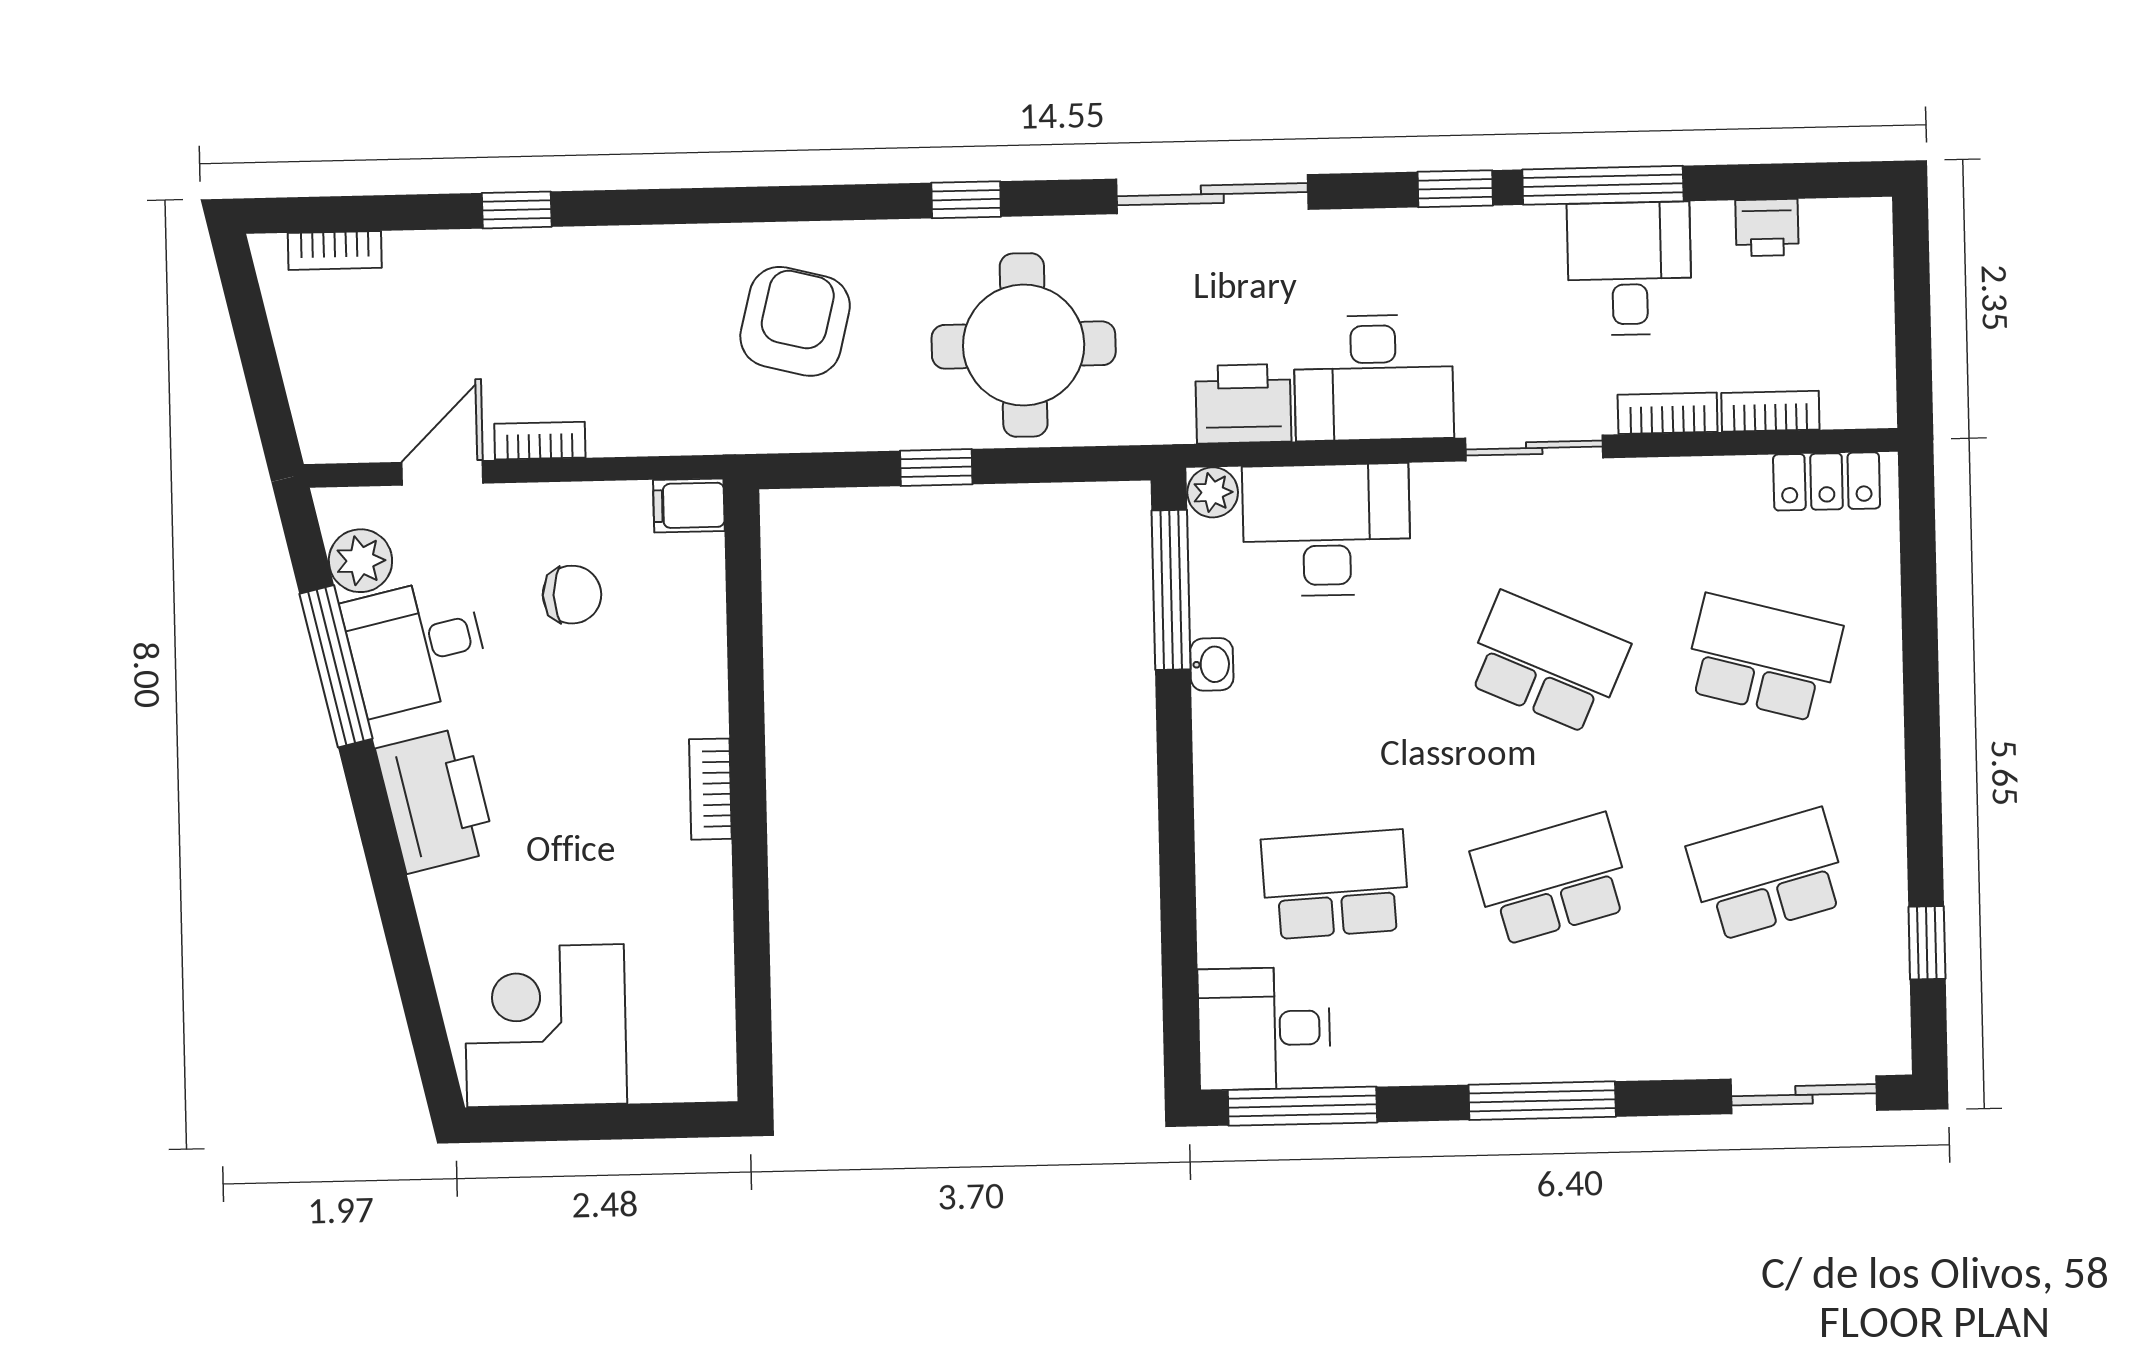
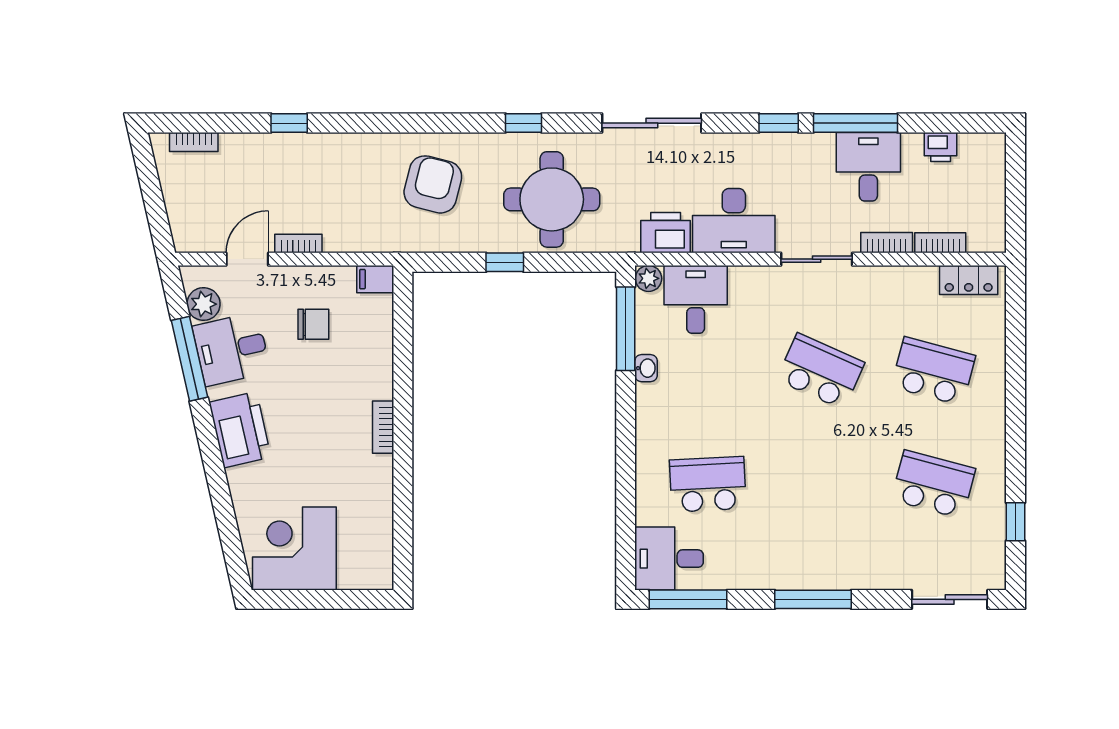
desk: (1327, 530) -> (696, 299), width x0.73
school desk: (1768, 875) -> (933, 484), turned 30
school desk: (1552, 879) -> (821, 484), removed

